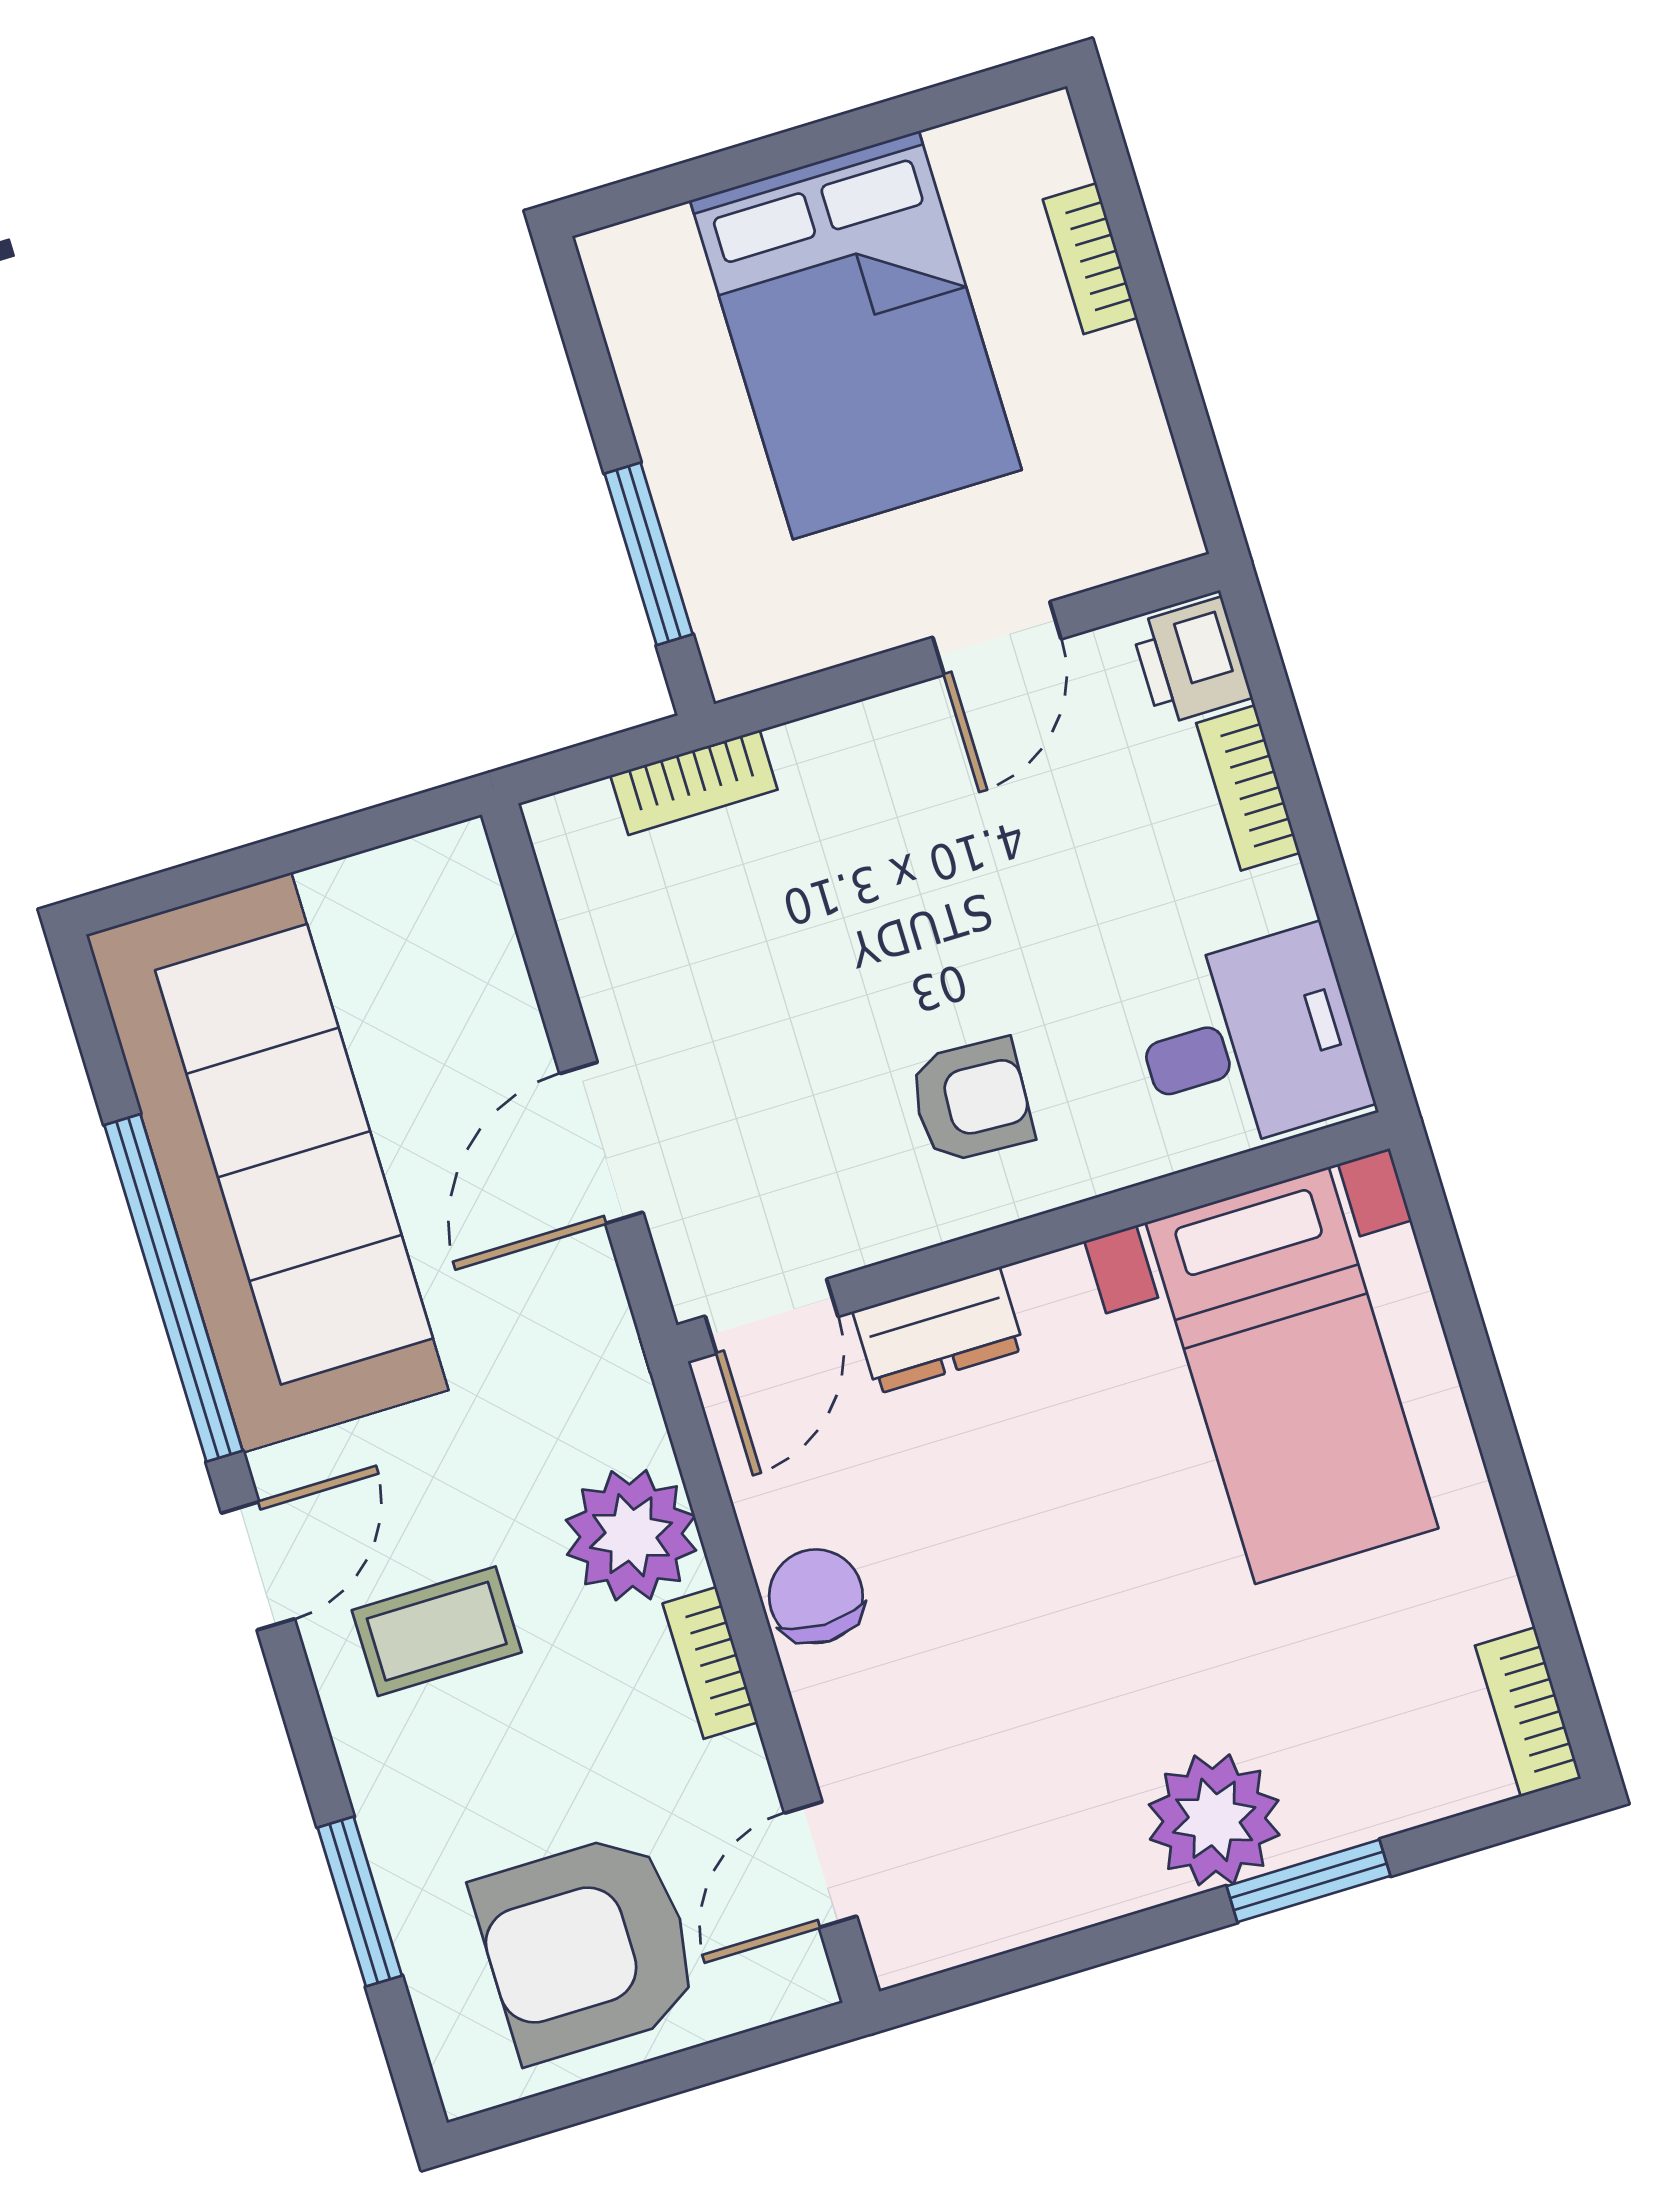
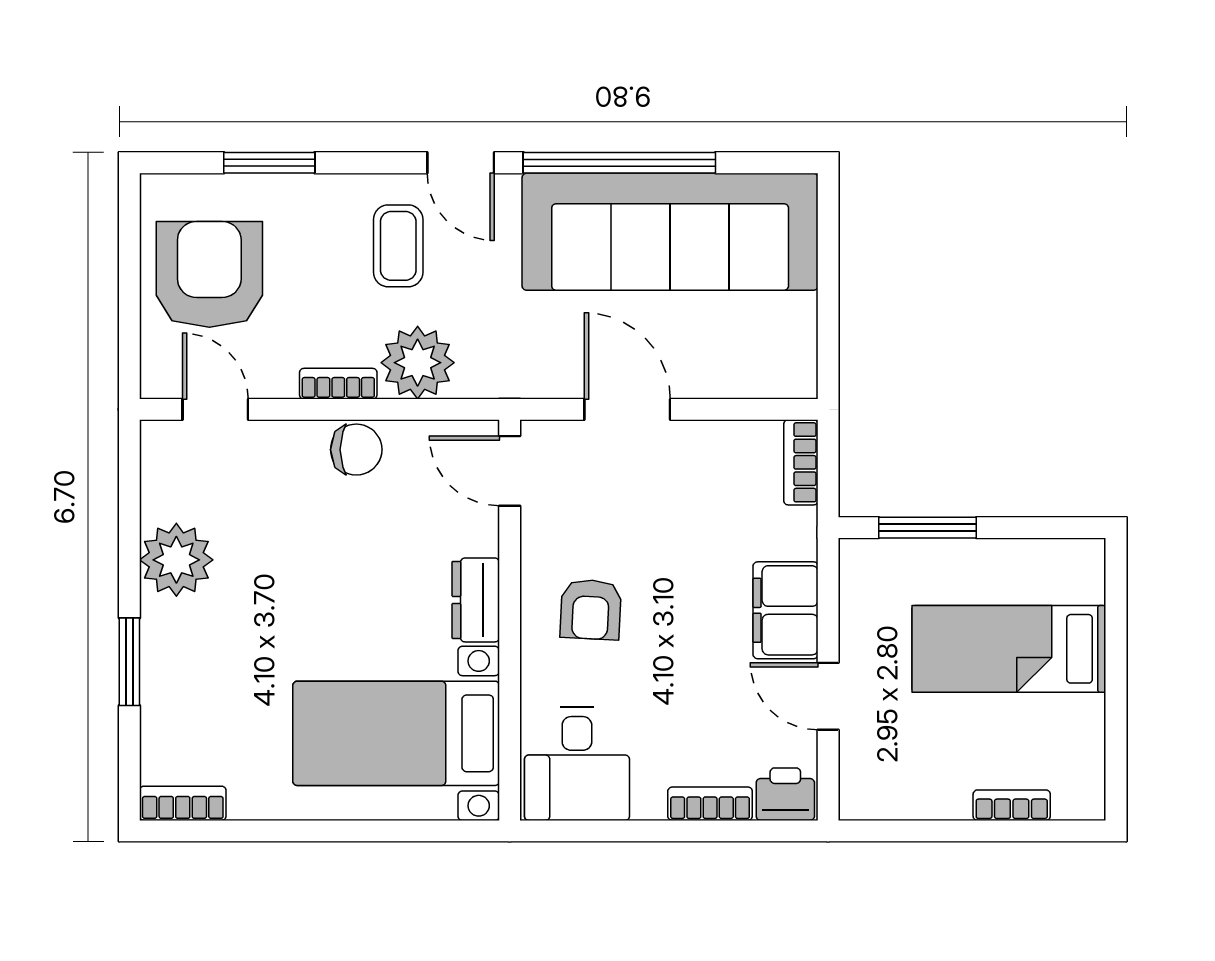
bed: (856, 335) -> (1009, 649), width x0.67
filing cabinet: (869, 759) -> (786, 610), added
bookcase: (694, 782) -> (801, 462), moved
dresser: (939, 1331) -> (476, 600), moved
plant: (1214, 1820) -> (176, 560), moved

